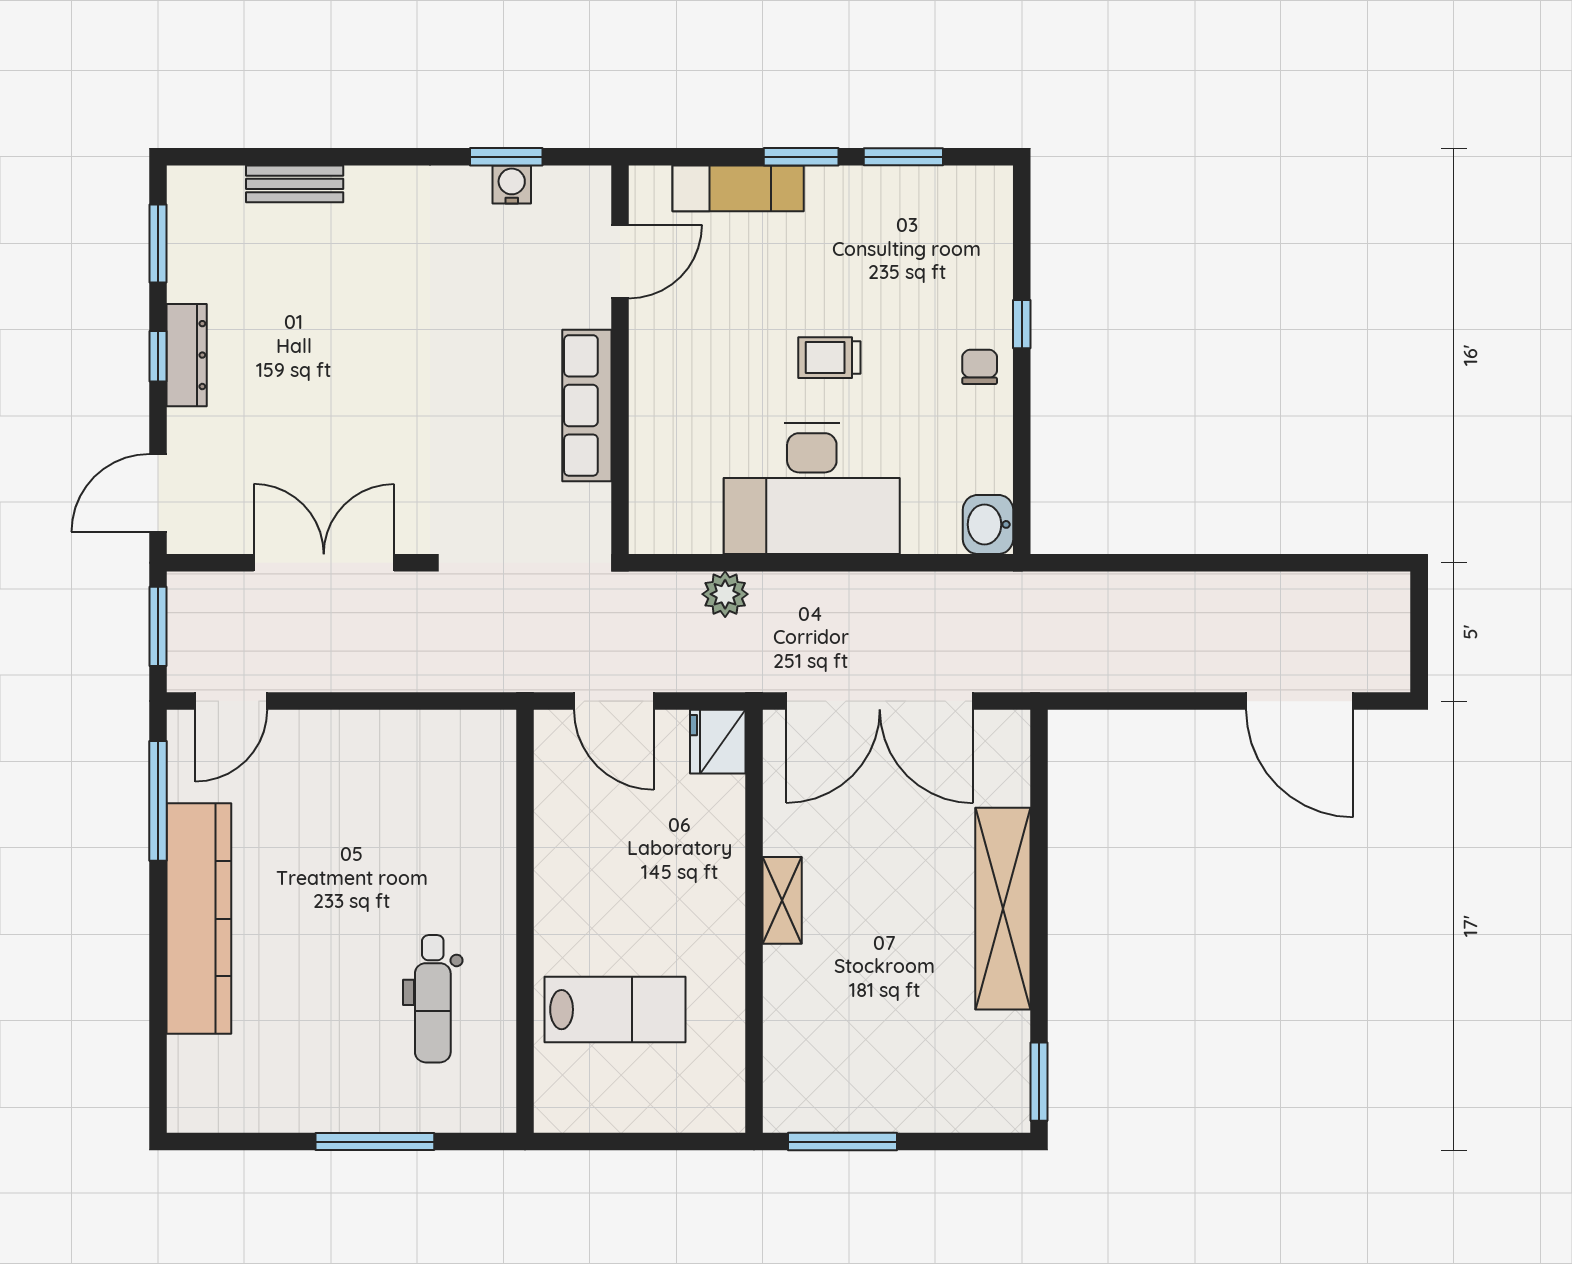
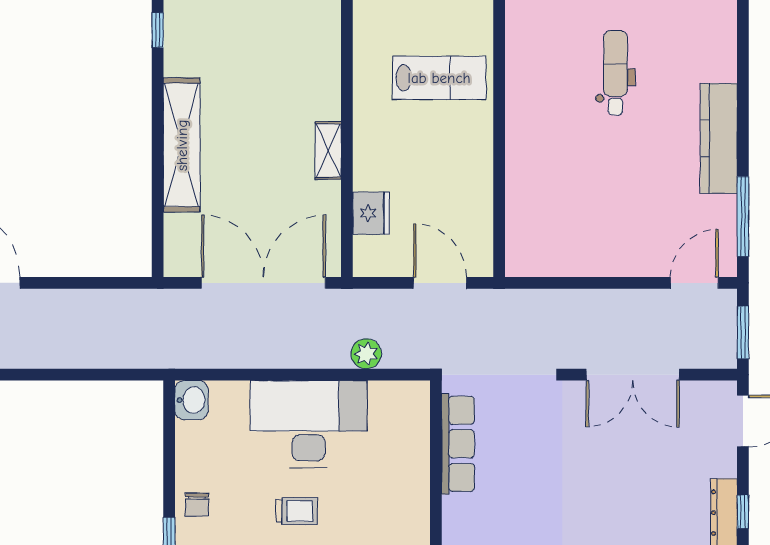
row of seats: (587, 405) -> (458, 444), moved
fridge: (718, 742) -> (371, 213), moved
kitchen counter: (199, 919) -> (719, 138), width x0.72, depth x0.86
dental chair: (433, 999) -> (616, 73), moved
lab bench: (615, 1010) -> (439, 78), turned 180
window: (1039, 1082) -> (158, 30), width x0.67

